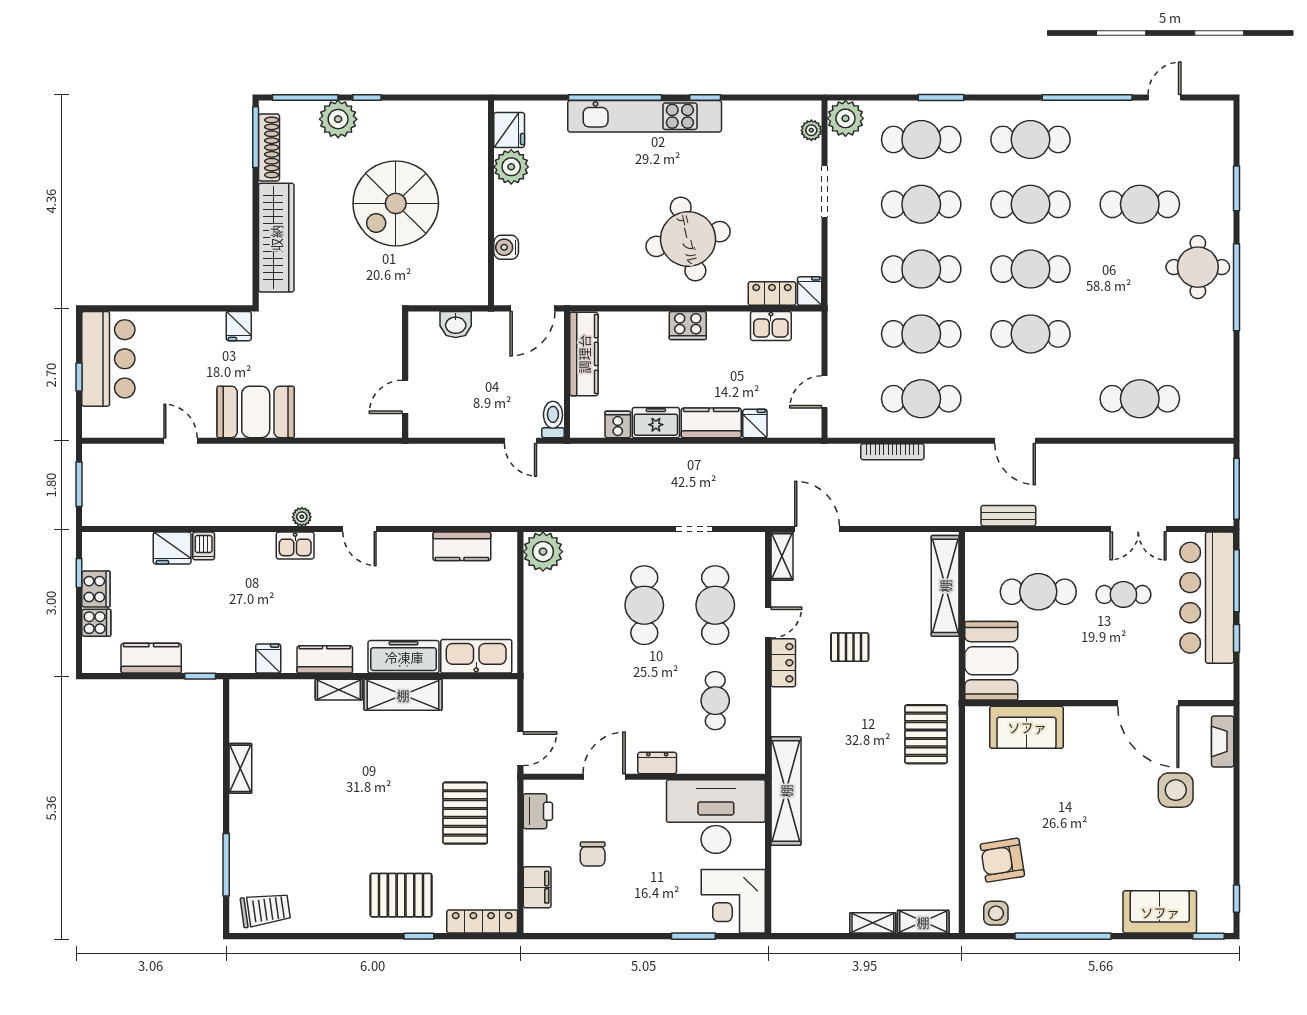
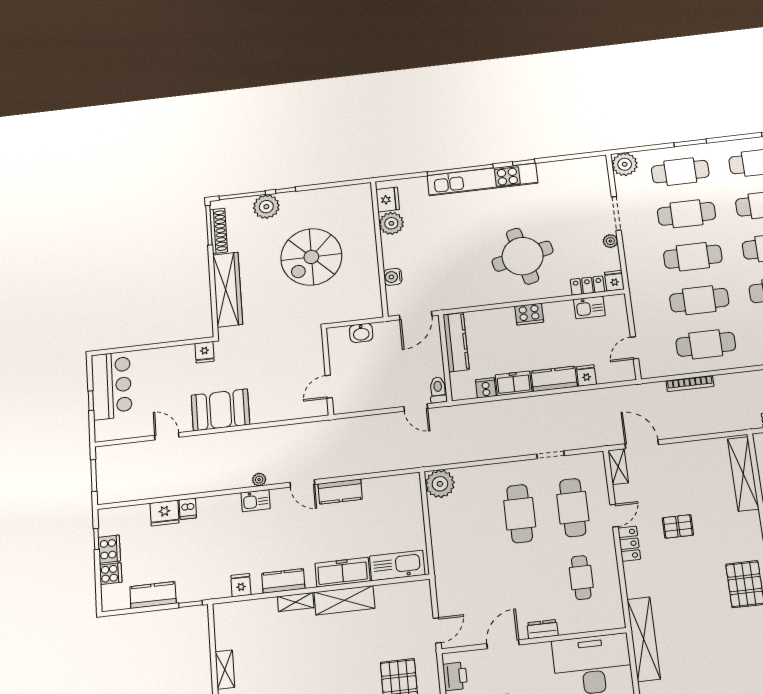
plant: (811, 130) -> (610, 241), moved
kitchen counter: (462, 546) -> (340, 492), moved

